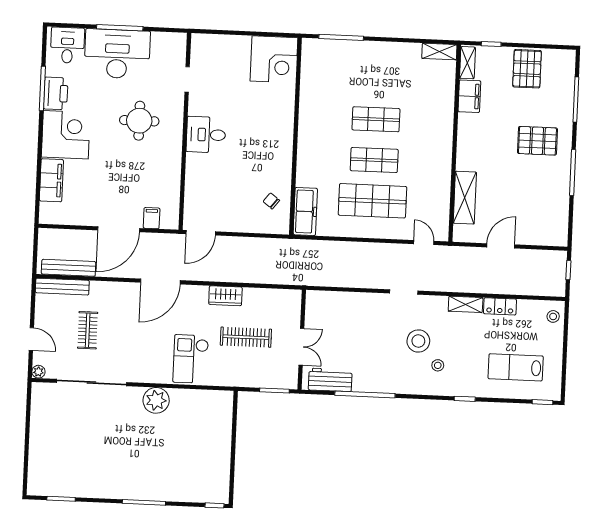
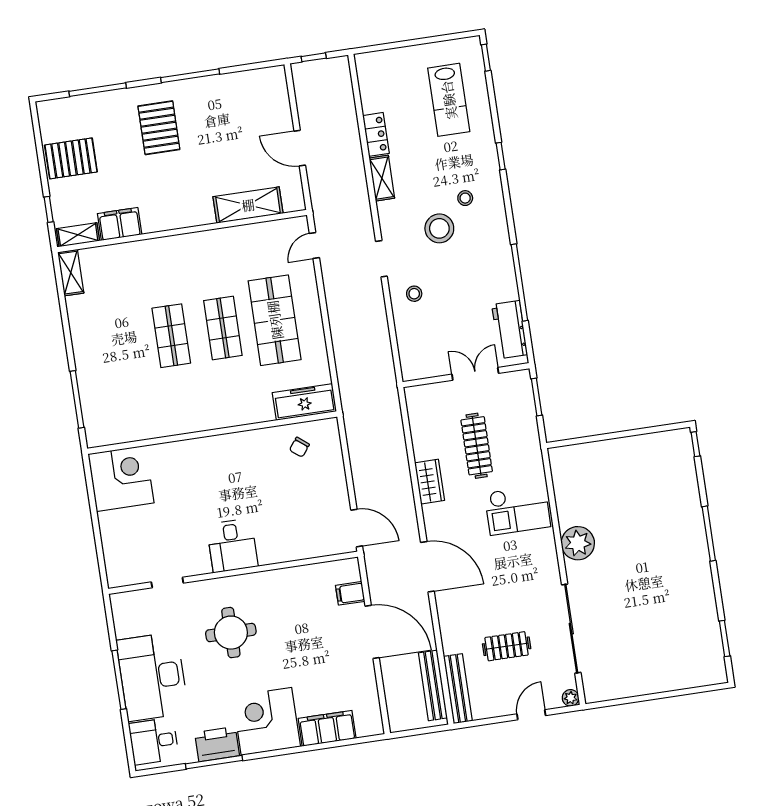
stool: (553, 316) -> (414, 294), moved

